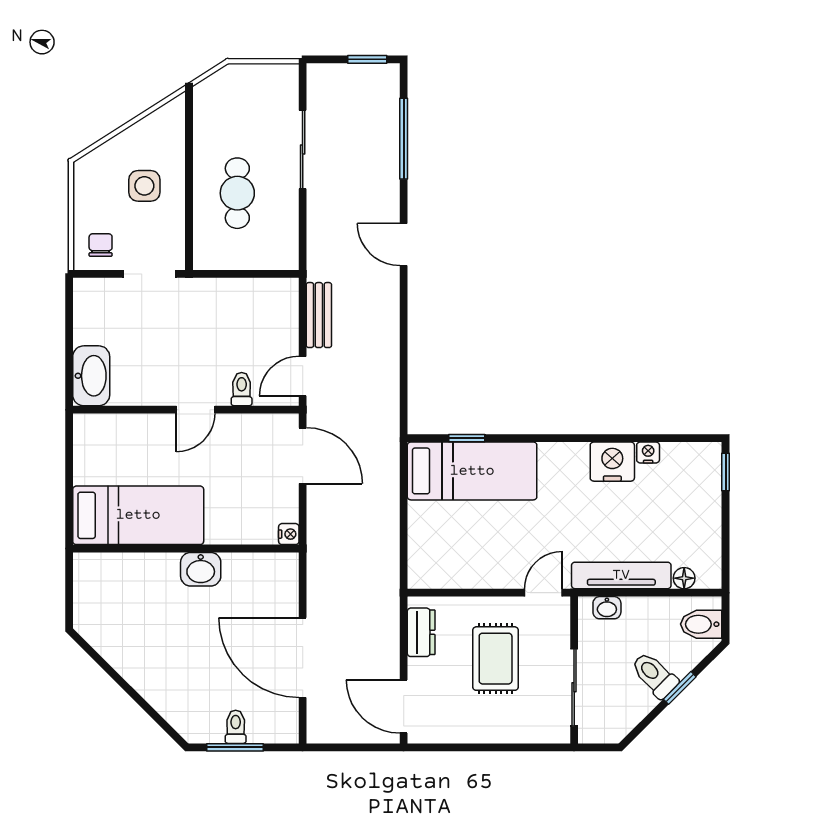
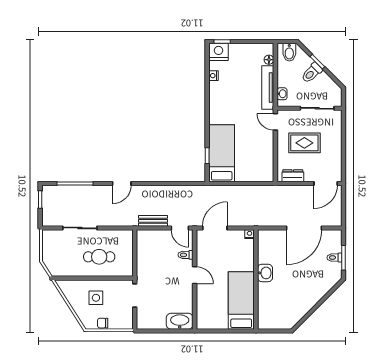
chair: (101, 245) -> (103, 323), moved
nightstand: (612, 462) -> (219, 52), moved, turned 90

